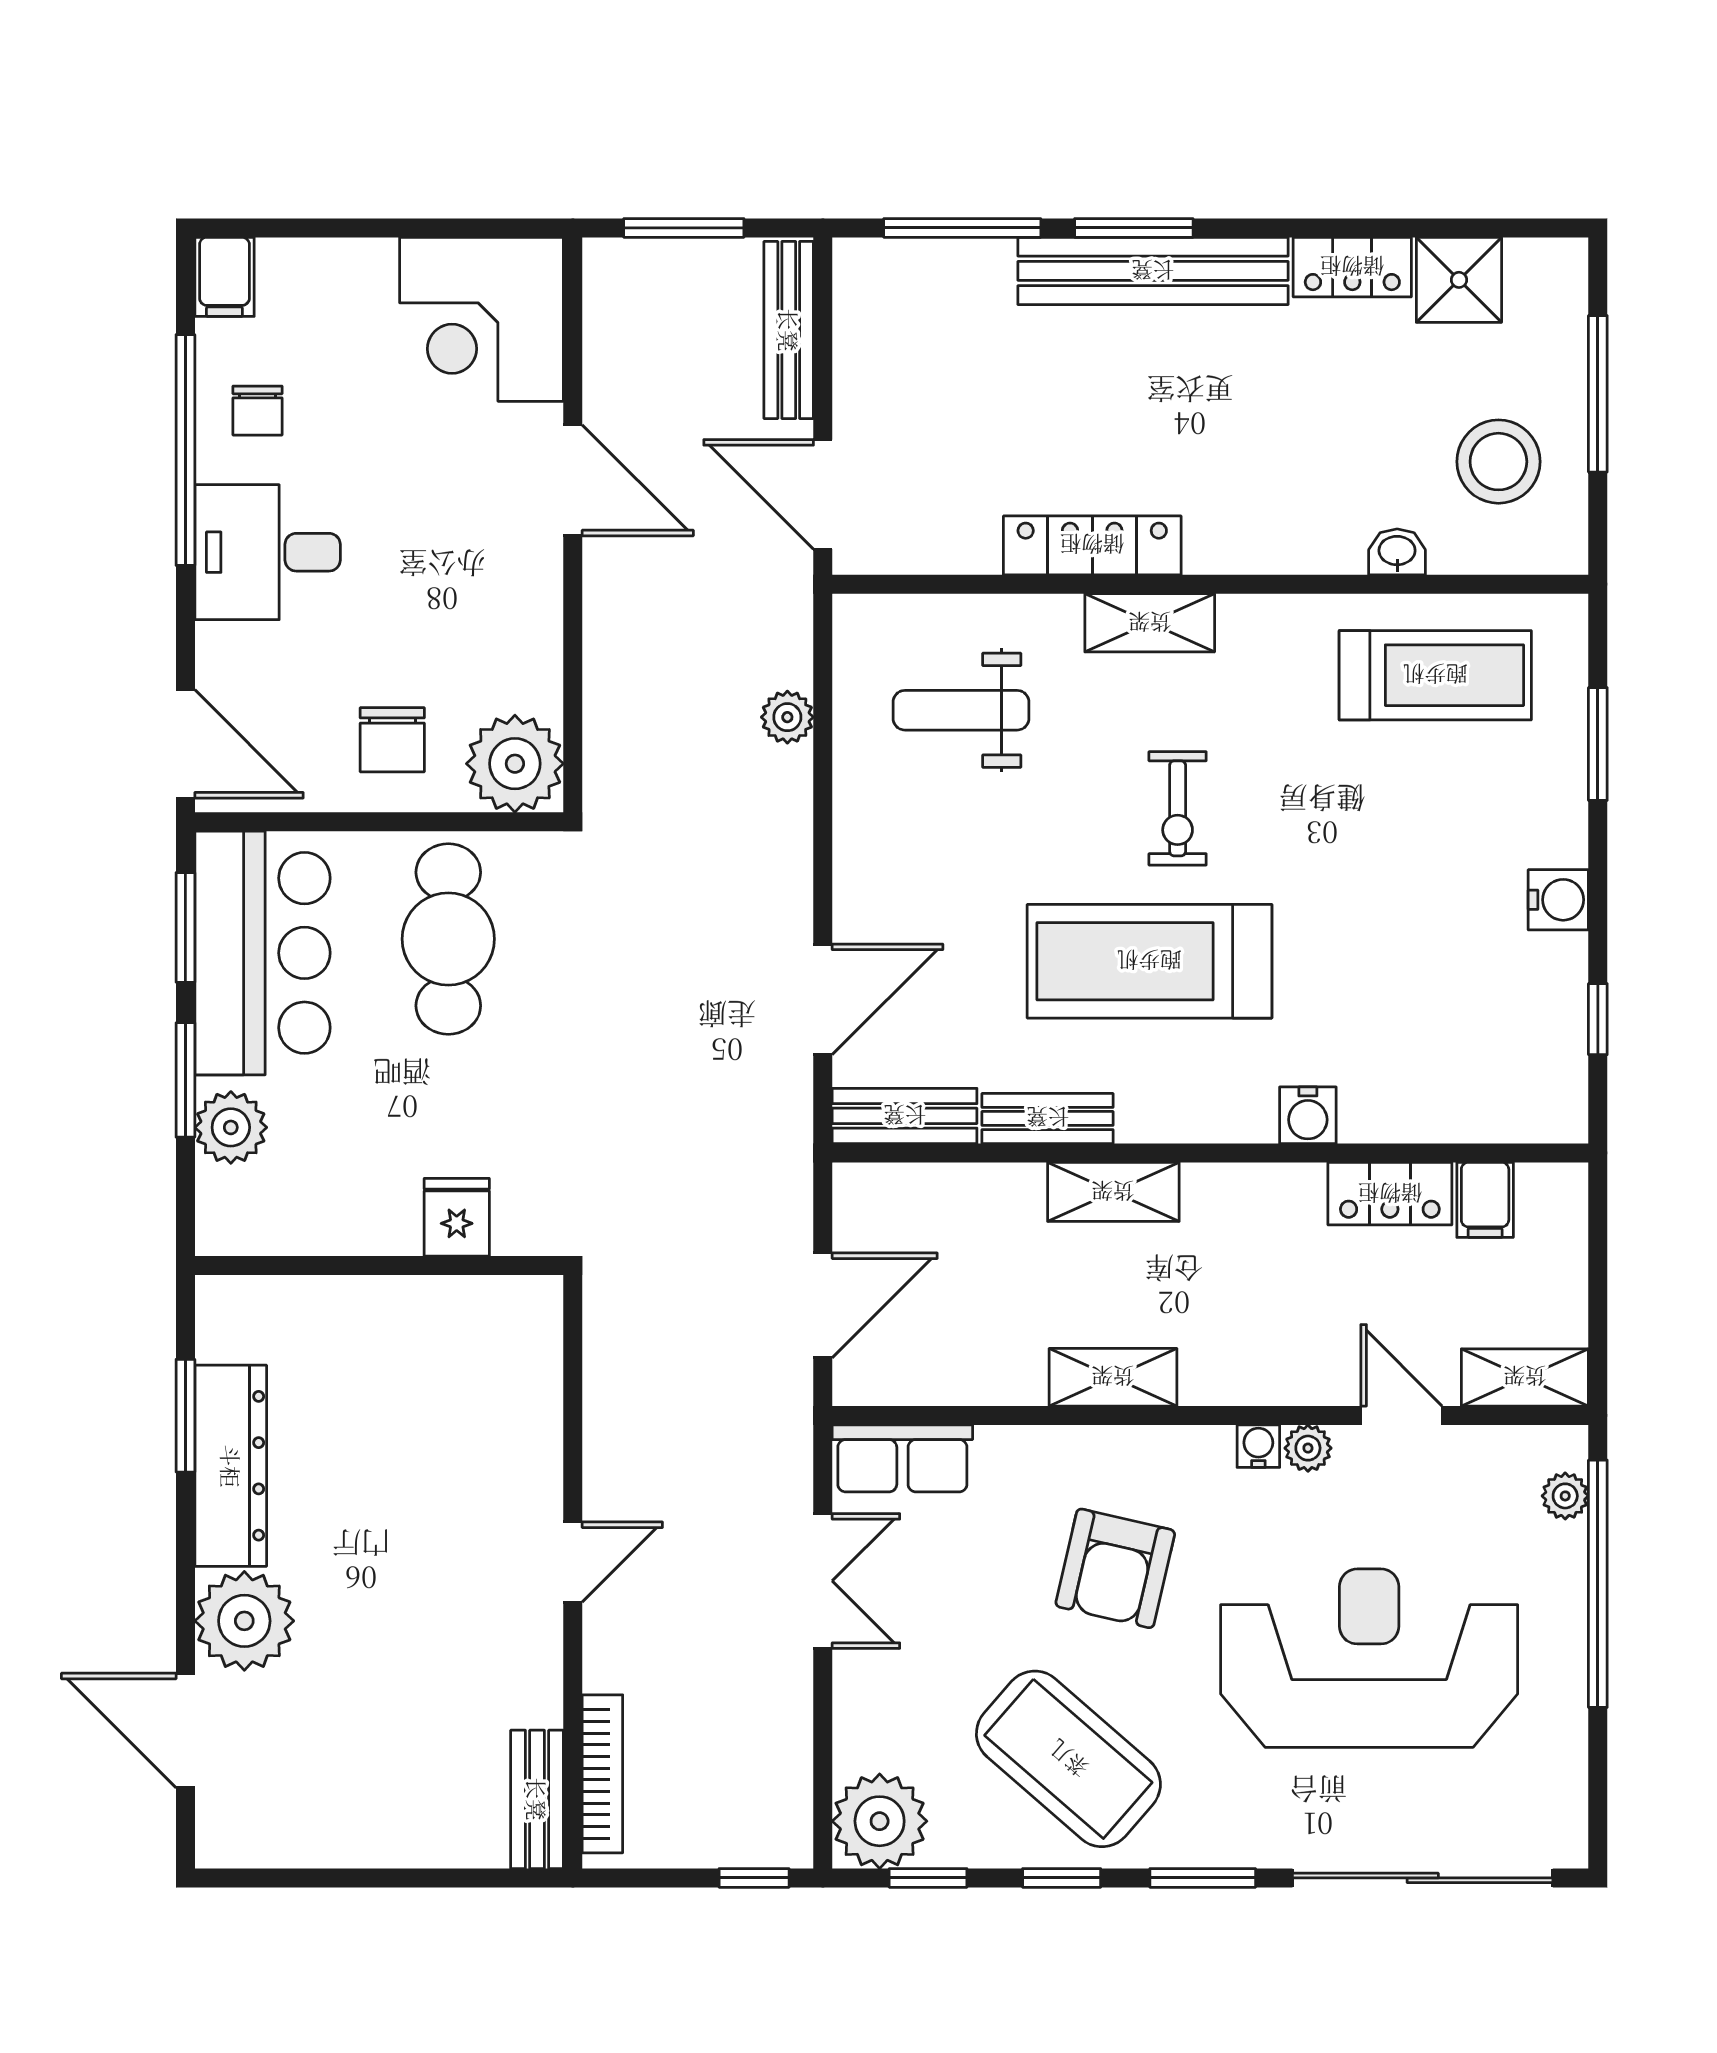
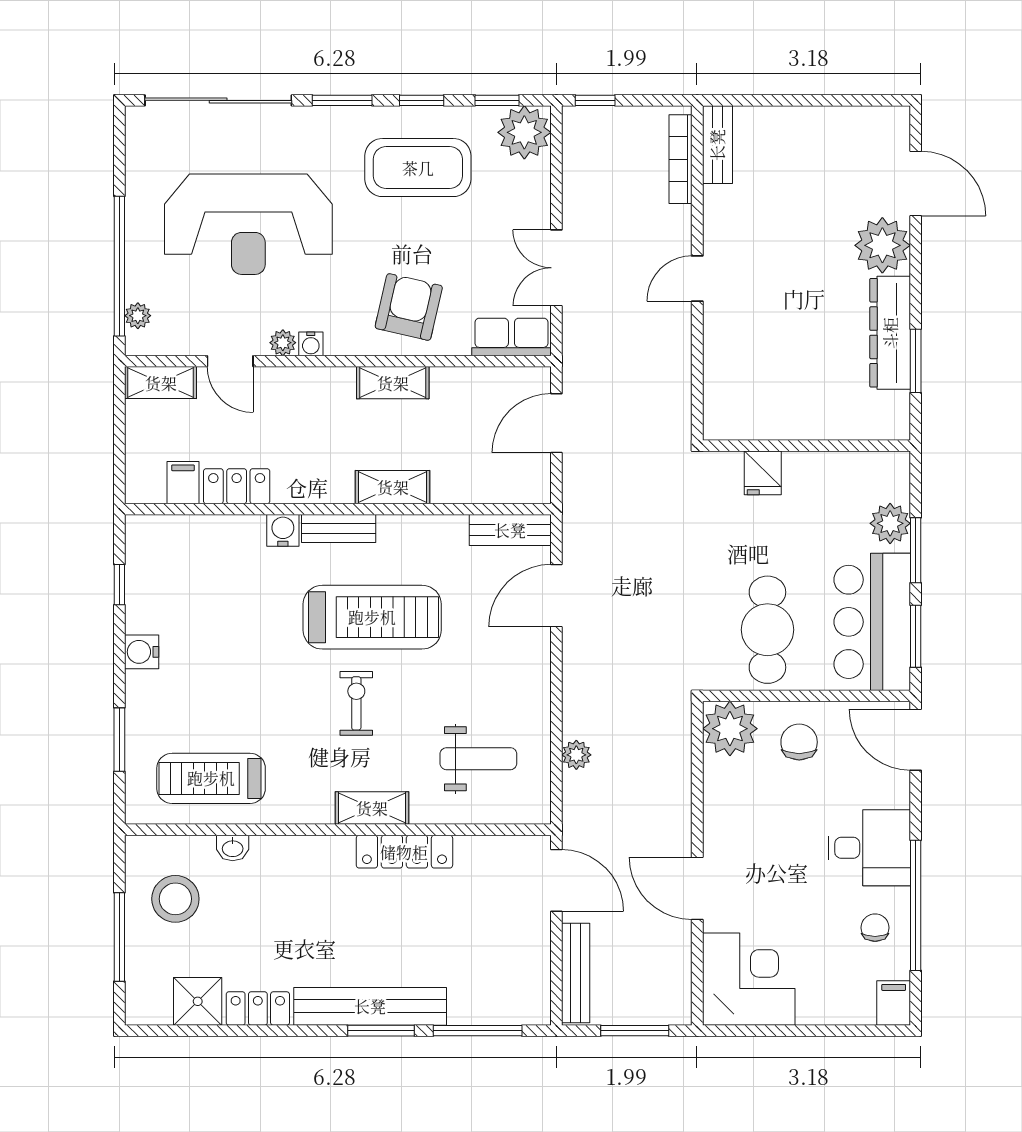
bench: (1048, 1118) -> (339, 529), moved
armchair: (1115, 1568) -> (409, 307), moved
coffee table: (1068, 1759) -> (418, 168), turned -41

